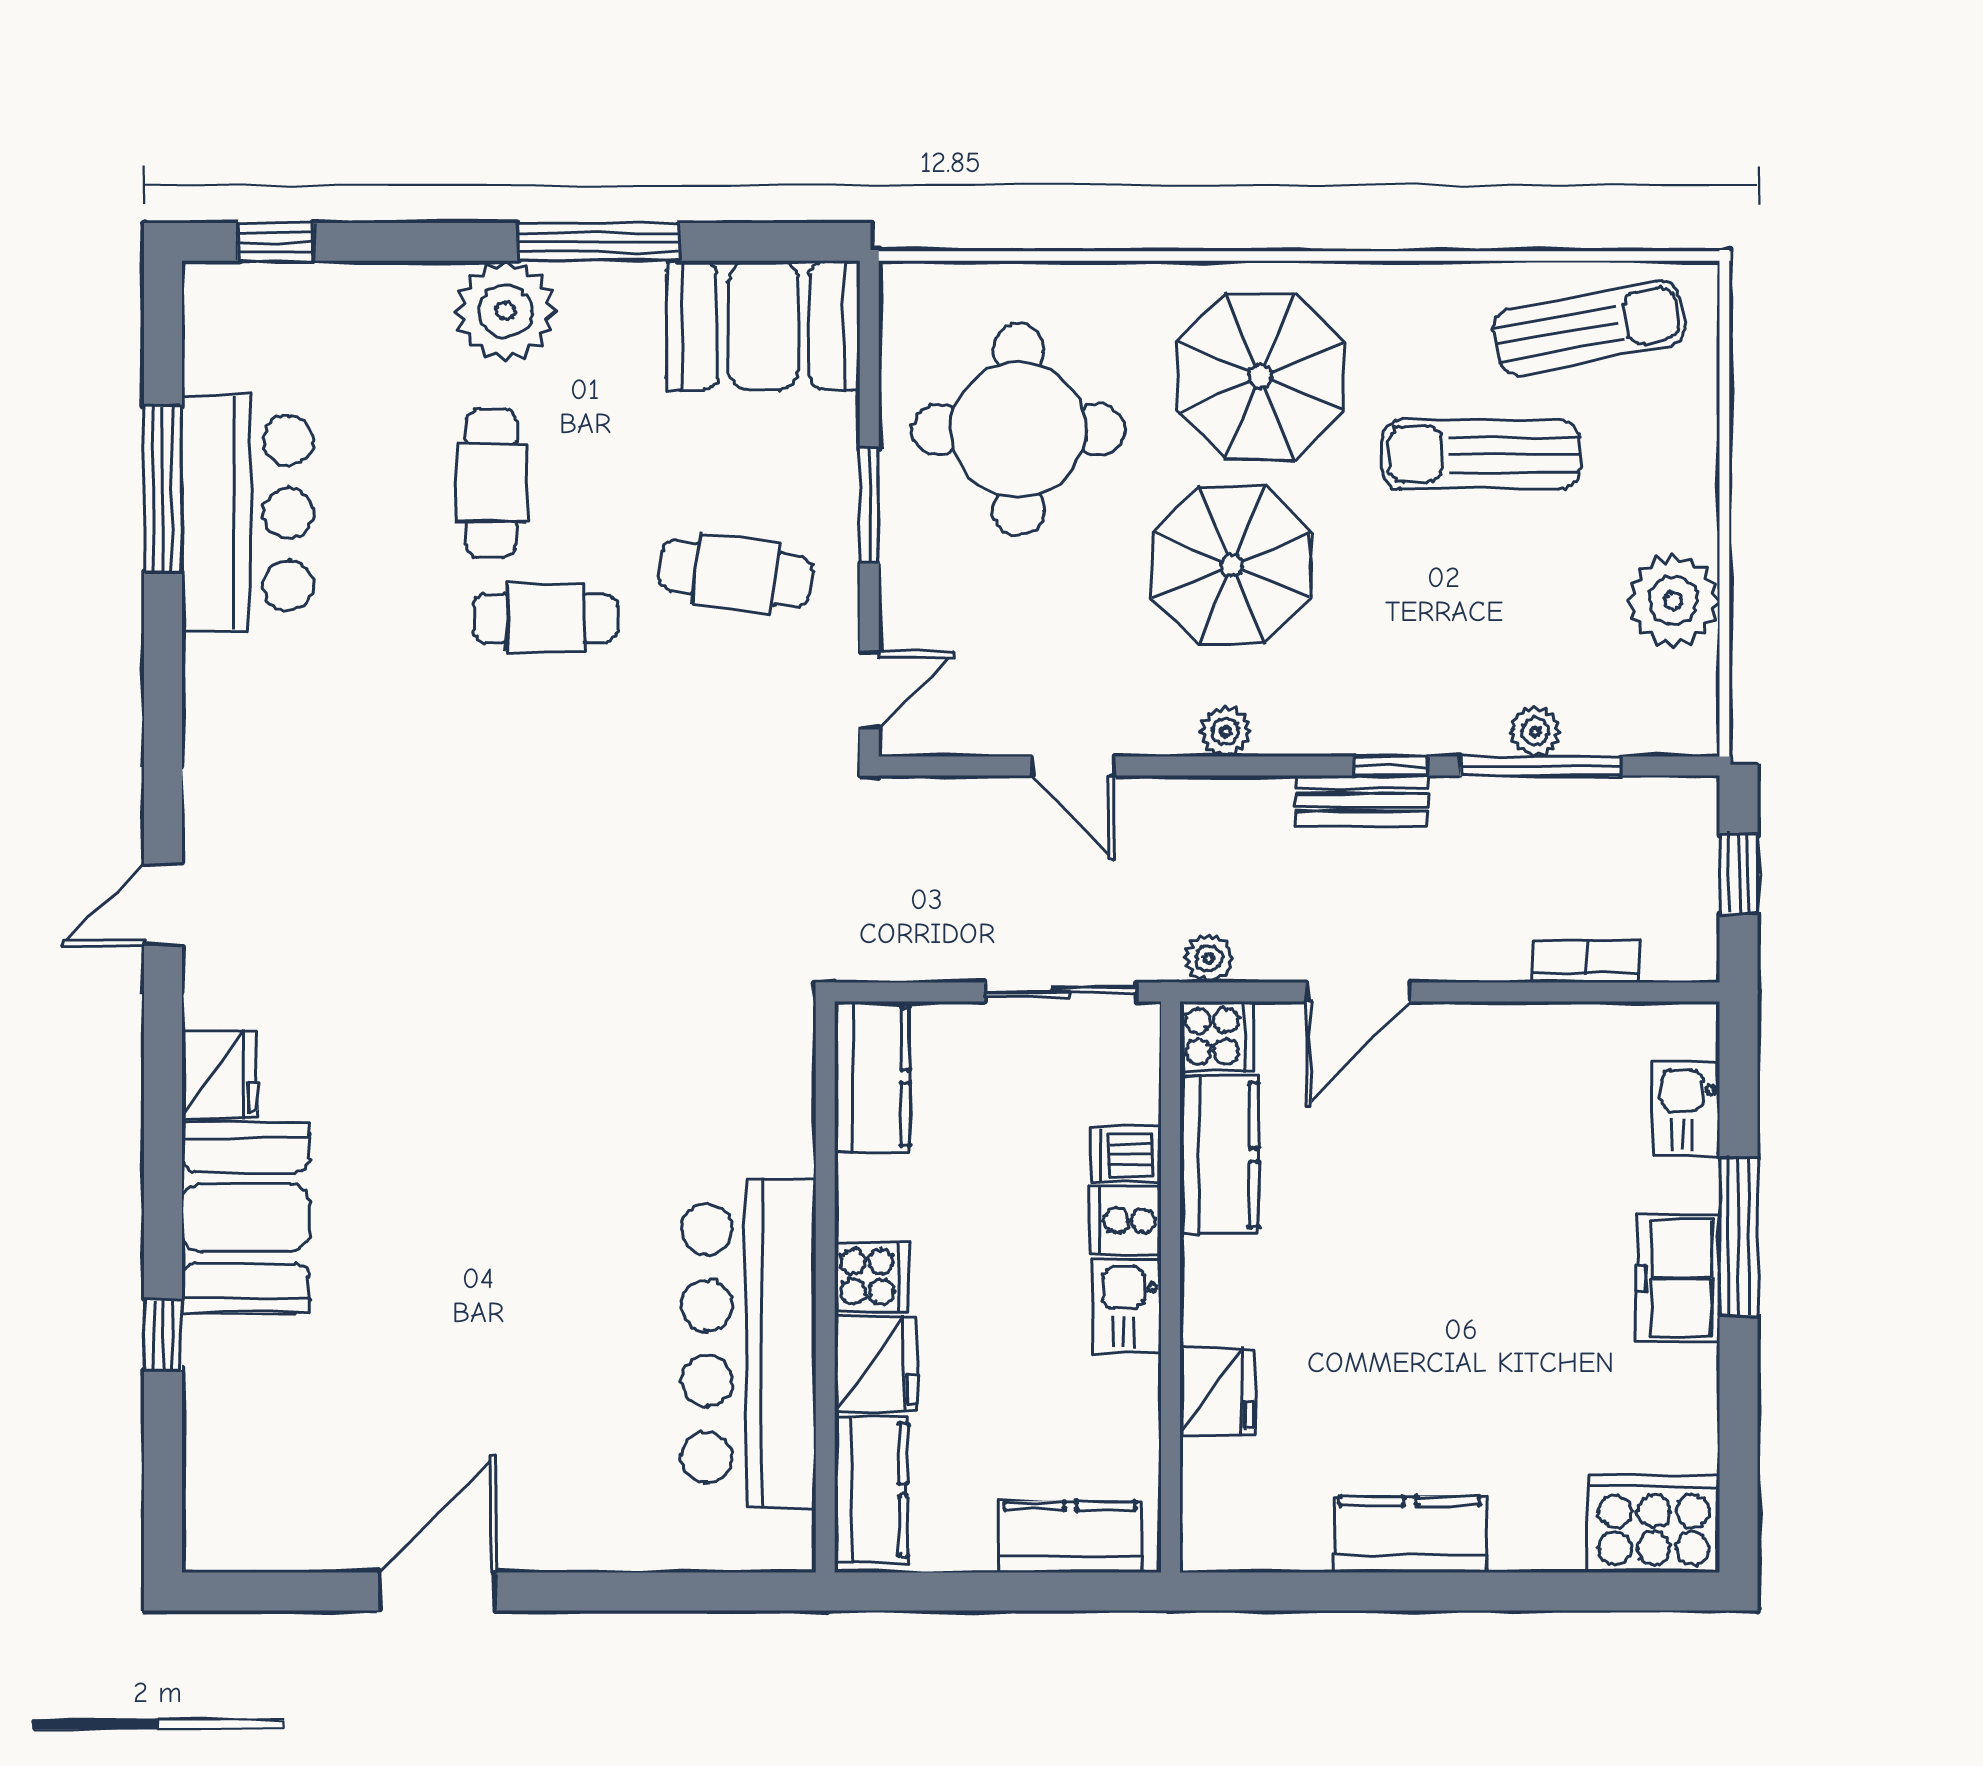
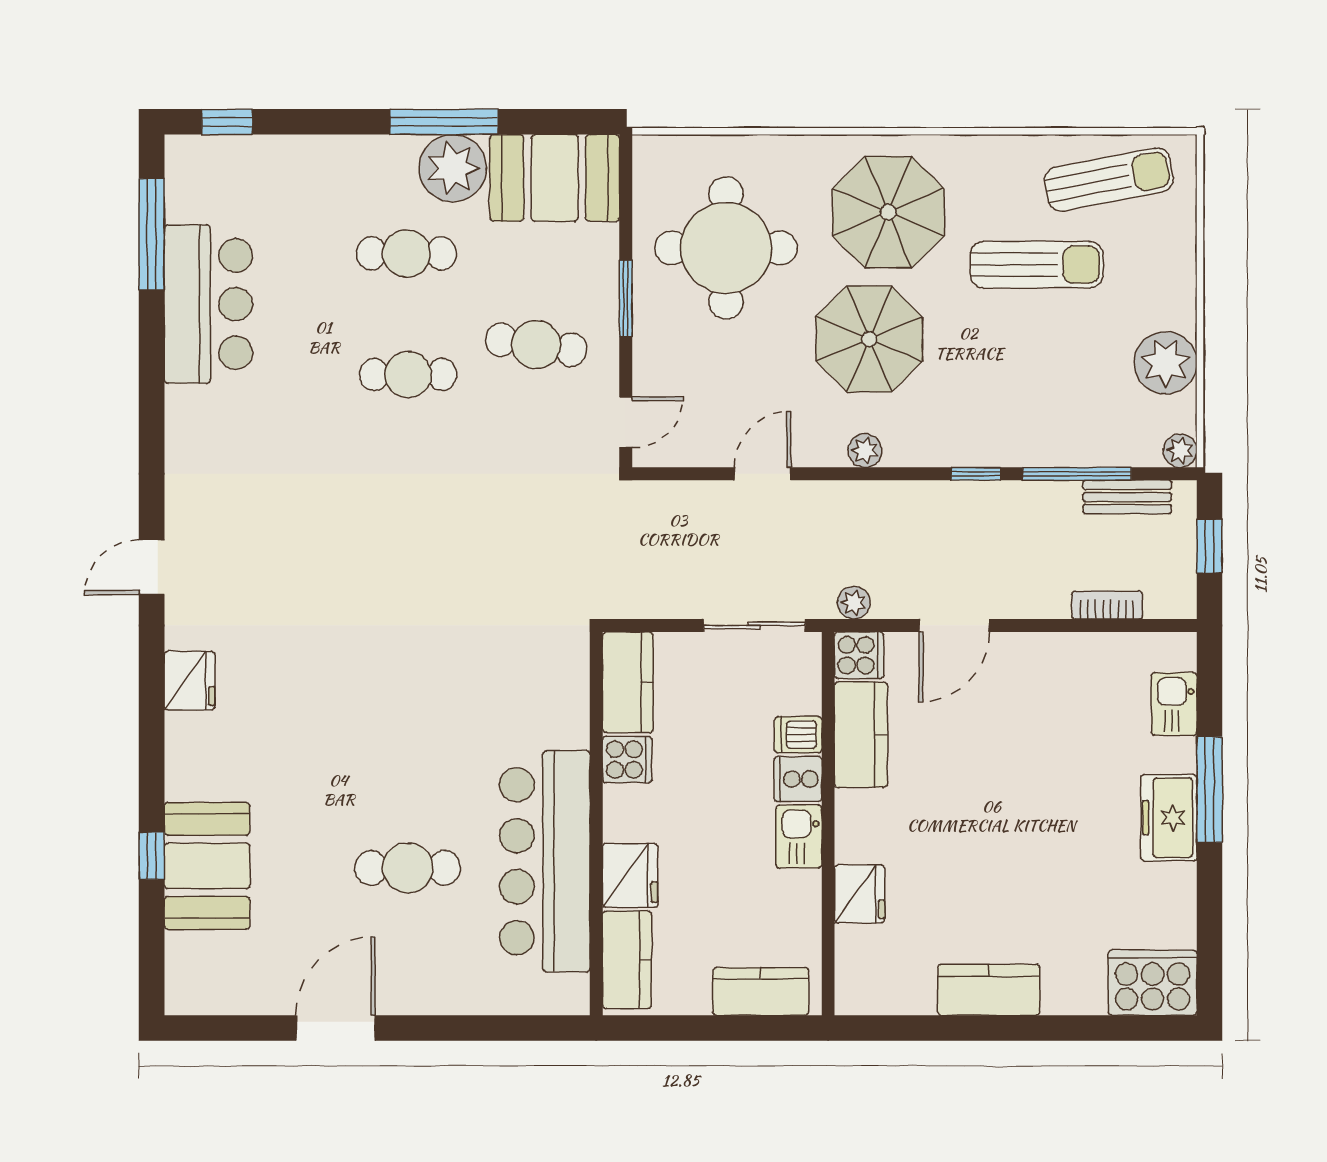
plant: (505, 311) -> (453, 168), moved
sun lounger: (1481, 455) -> (1037, 265), turned 180
cafe table: (492, 483) -> (406, 253), moved, turned 90
window: (163, 489) -> (152, 234), moved
plant: (1535, 732) -> (1180, 451), moved
door: (1073, 766) -> (763, 474), swing flipped
bench: (1362, 801) -> (1127, 497), moved
booth: (245, 1218) -> (207, 866), moved
cooker: (871, 1277) -> (627, 760), moved
cafe table: (544, 1353) -> (408, 868), added

